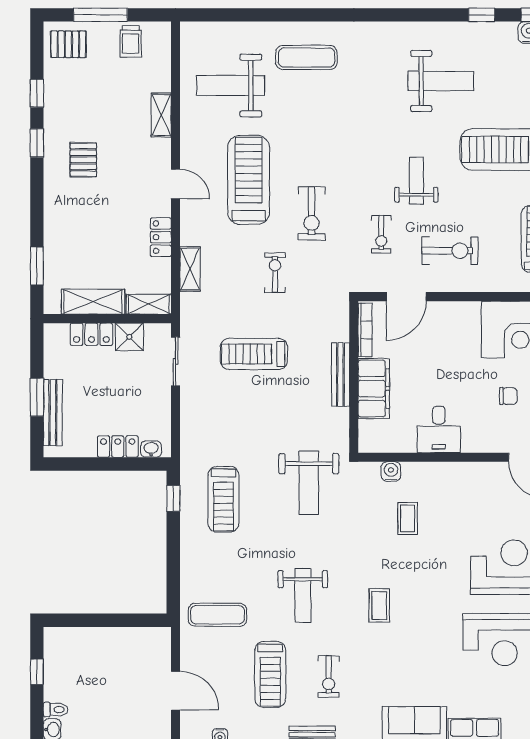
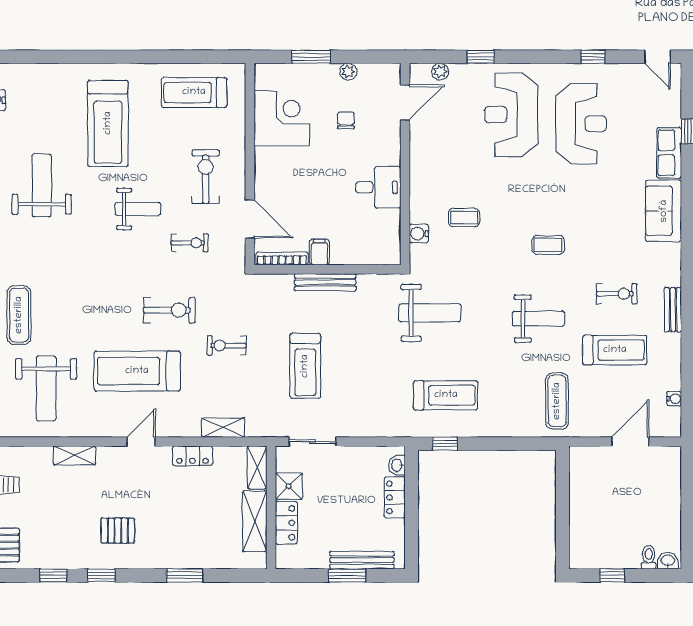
weight bench: (416, 181) -> (138, 209), turned 180
window: (37, 266) -> (185, 575), moved
filing cabinet: (374, 389) -> (319, 252), width x0.33, depth x0.86

